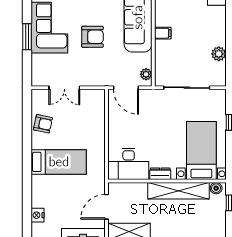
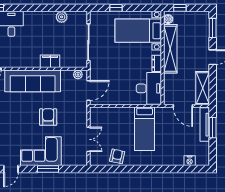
filing cabinet: (163, 33) -> (50, 61), width x2.00
bed: (59, 162) -> (145, 129), moved, turned 180

